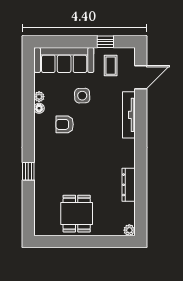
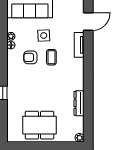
coffee table: (111, 66) -> (51, 57), moved
tv unit: (129, 115) -> (79, 45), width x0.71
dining table: (77, 214) -> (39, 125), width x1.38

